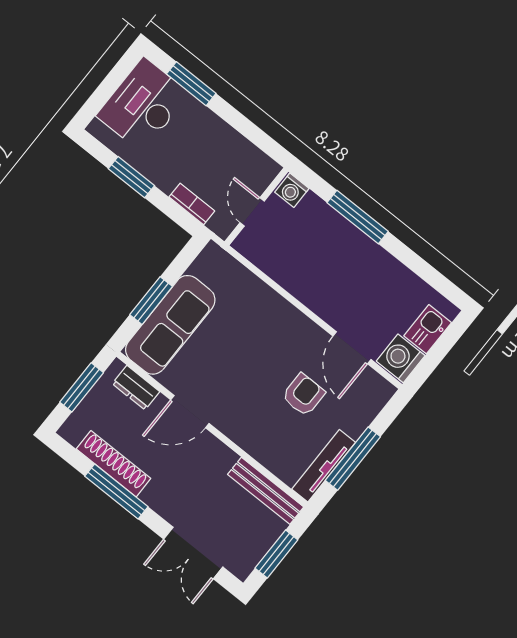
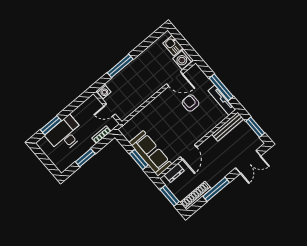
desk: (143, 105) -> (65, 134), moved, turned 90
shoe rack: (113, 464) -> (196, 196), moved

